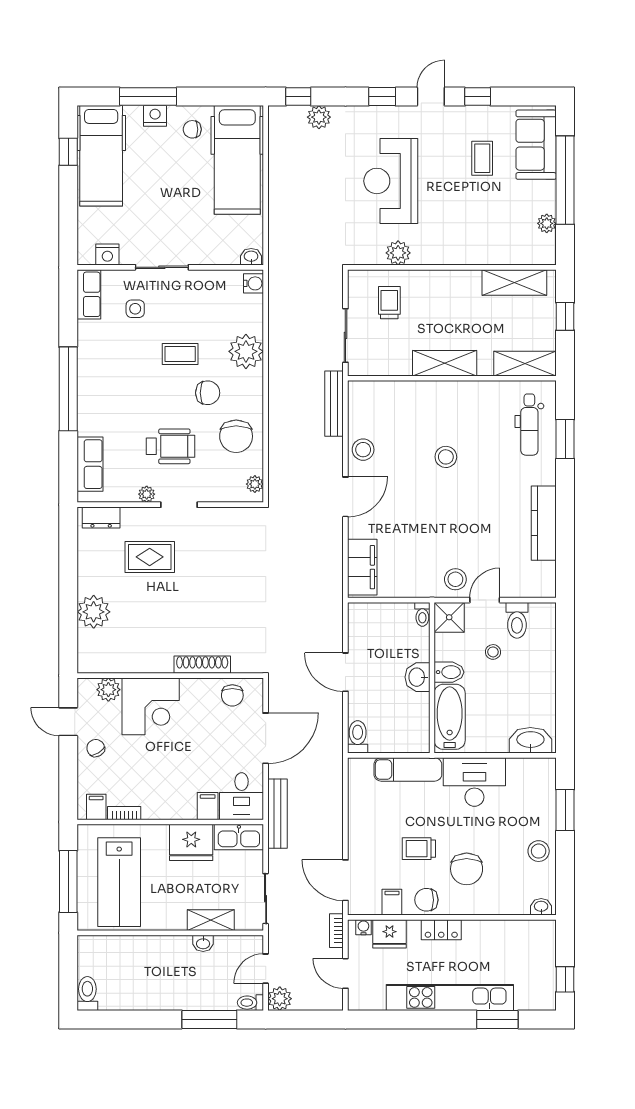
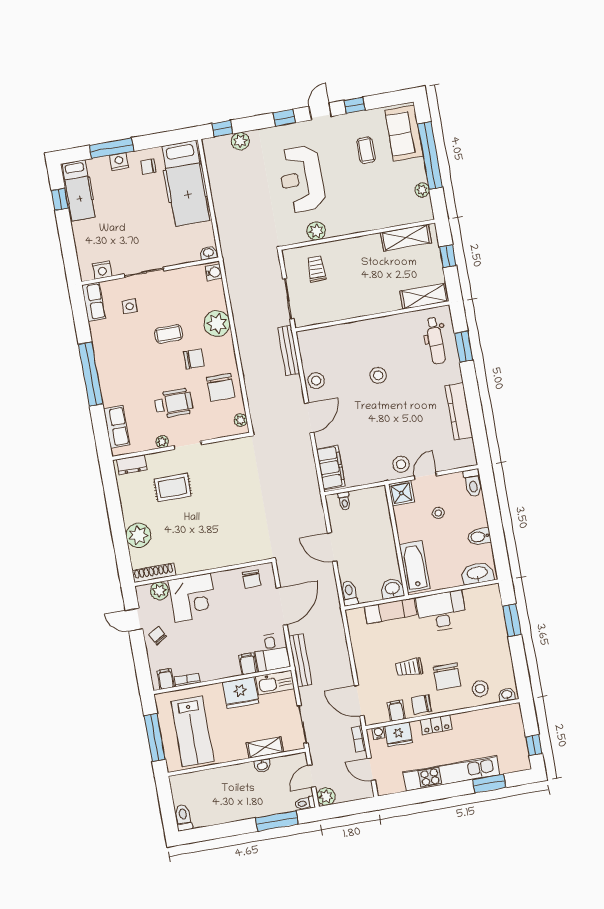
hospital bed: (101, 156) -> (78, 190), width x0.73, depth x0.78
shelving: (445, 363) -> (365, 306), removed
toilet: (422, 614) -> (344, 501), moved
toilet: (517, 620) -> (473, 483), moved
shoe rack: (202, 665) -> (154, 573), moved
bidet: (449, 672) -> (479, 537), moved, turned 180
washbasin: (417, 677) -> (392, 589), moved, turned 90
stool: (539, 851) -> (480, 689), moved

